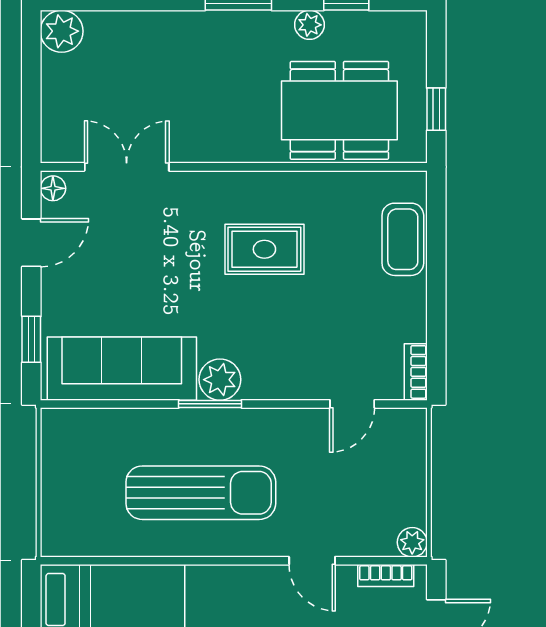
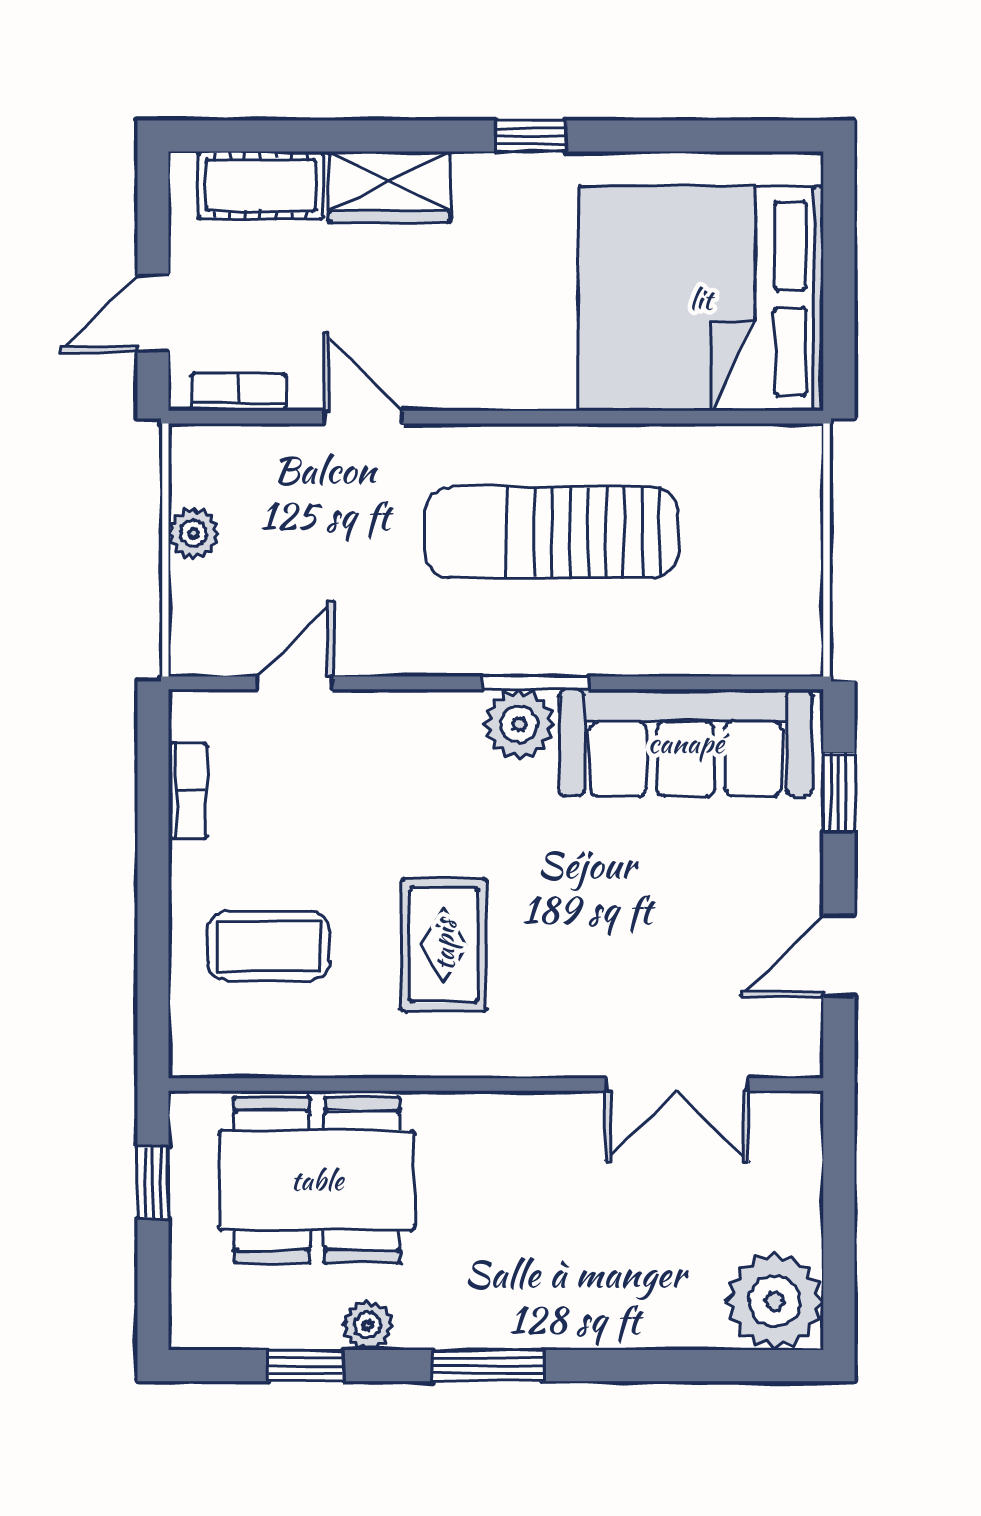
plant: (62, 31) -> (774, 1301), width x1.36, depth x1.36
floor lamp: (53, 188) -> (802, 1048), removed
coffee table: (403, 239) -> (269, 946), moved, turned 90
rug: (264, 249) -> (444, 945), turned 90
bookcase: (416, 372) -> (188, 791), moved
plant: (412, 542) -> (194, 533), moved

